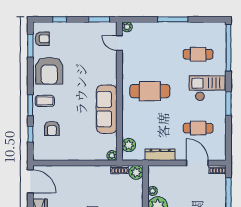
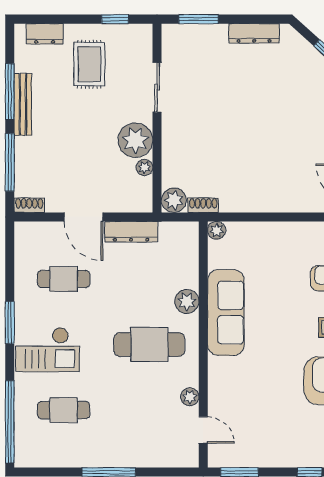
plant: (127, 27) -> (190, 397), moved
plant: (129, 145) -> (187, 301), moved
door: (197, 163) -> (84, 217), moved

